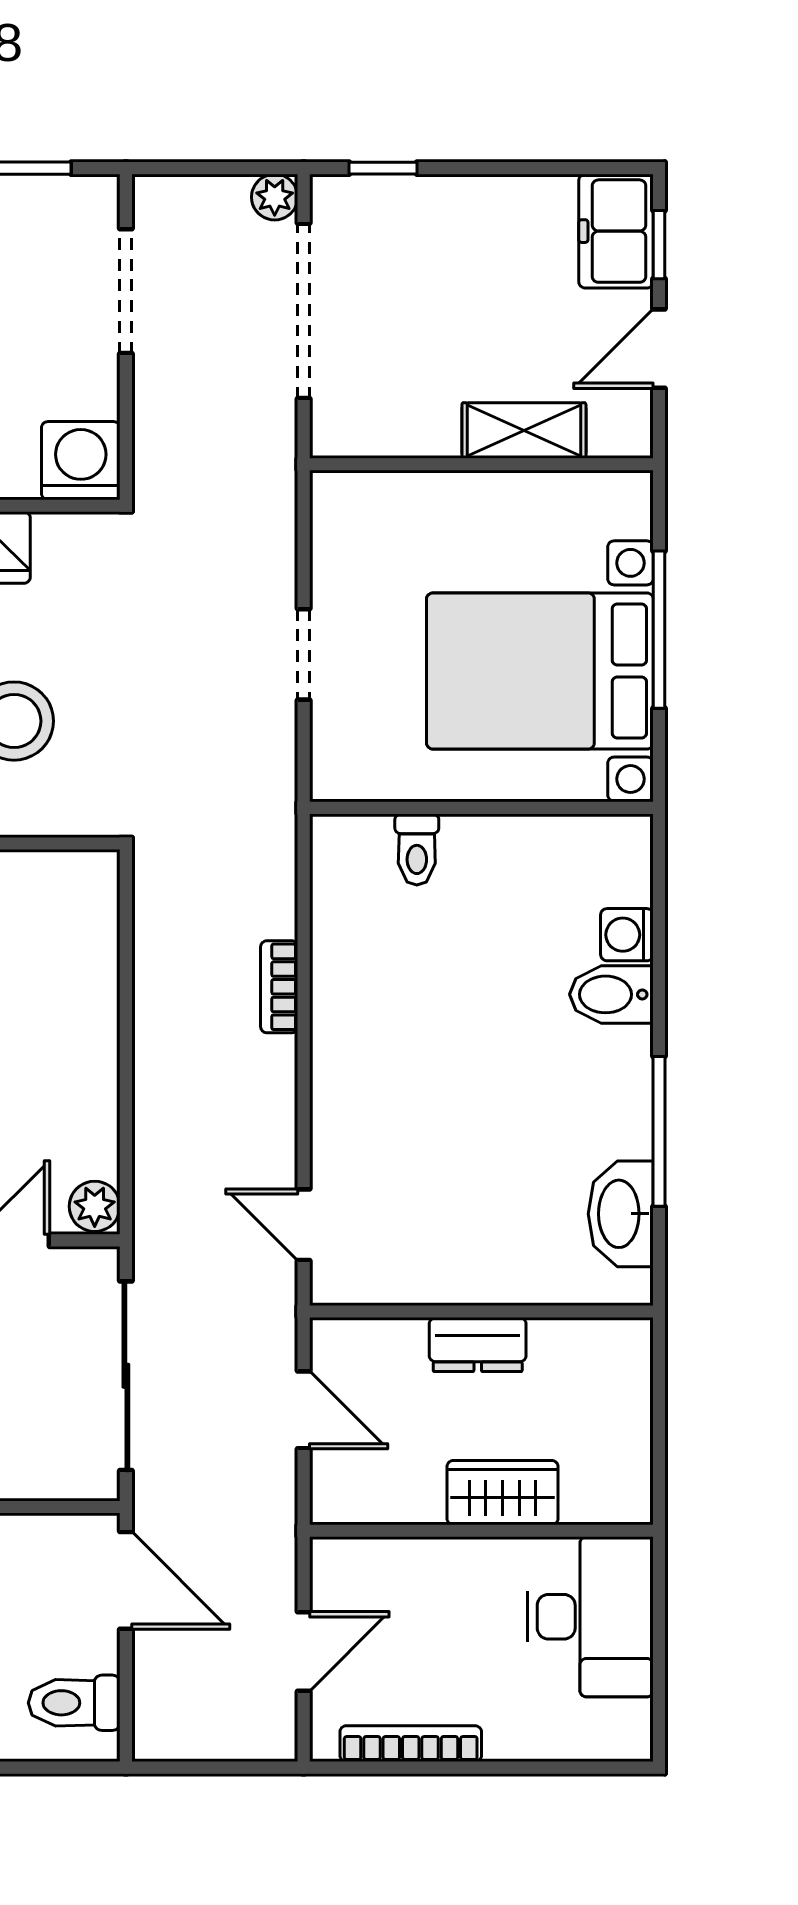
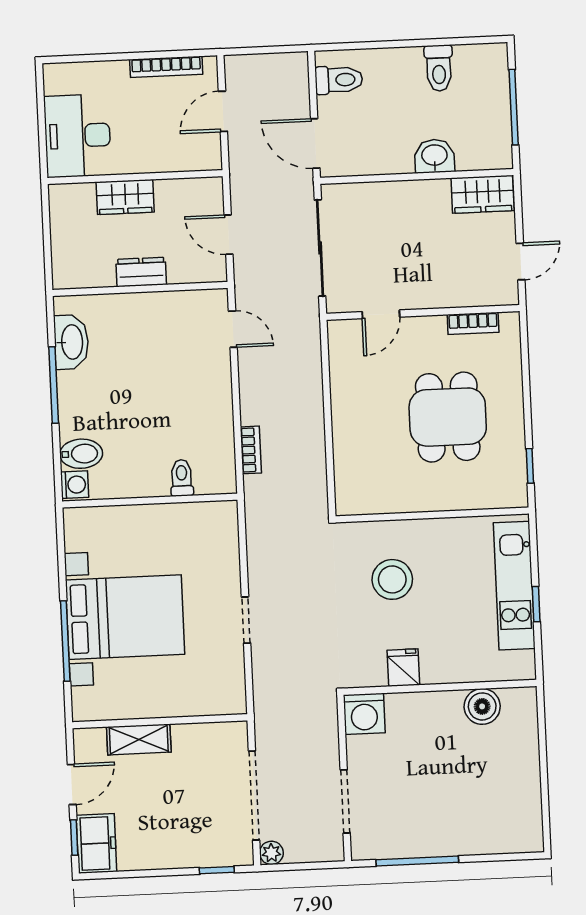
wall: (481, 808) -> (150, 501), moved
toilet: (417, 849) -> (182, 478), moved
plant: (95, 1206) -> (340, 334), removed

